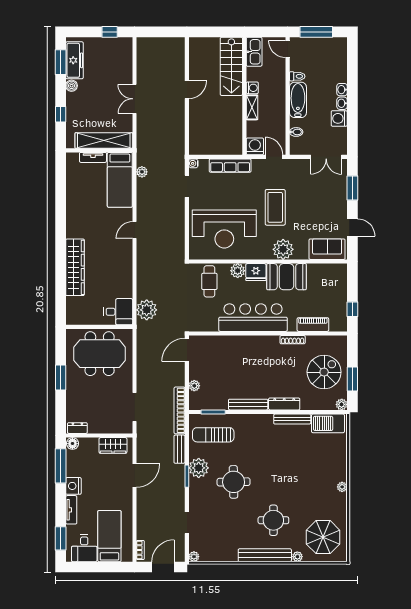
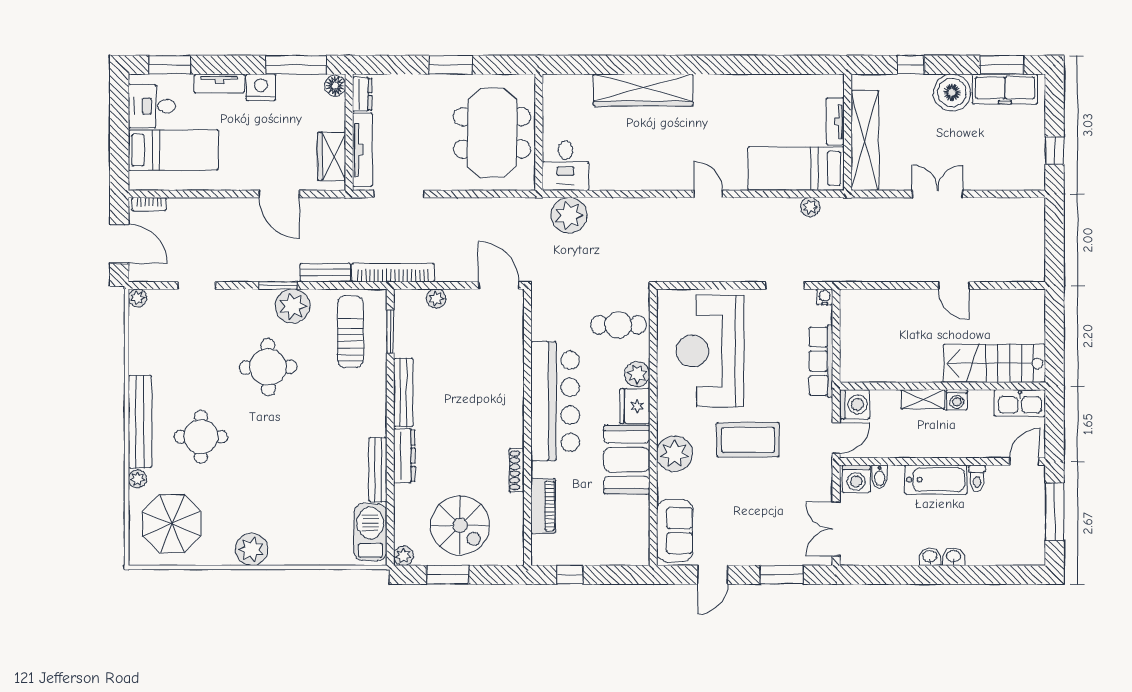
boiler: (72, 86) -> (952, 93), width x1.86, depth x1.86
washing machine: (339, 118) -> (856, 479), moved, turned 180
tv unit: (109, 428) -> (362, 150), added
plant: (342, 487) -> (252, 549), width x1.88, depth x1.88

